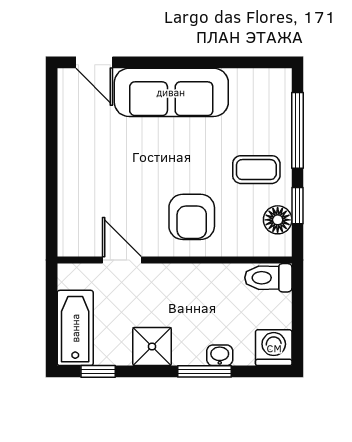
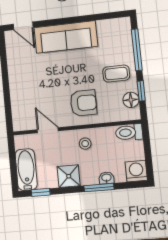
armchair: (192, 217) -> (83, 103), turned -90
stool: (188, 291) -> (85, 144), added

